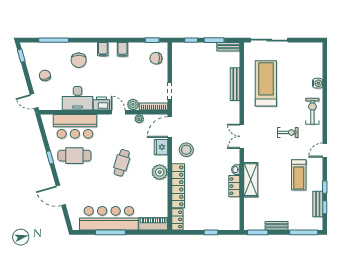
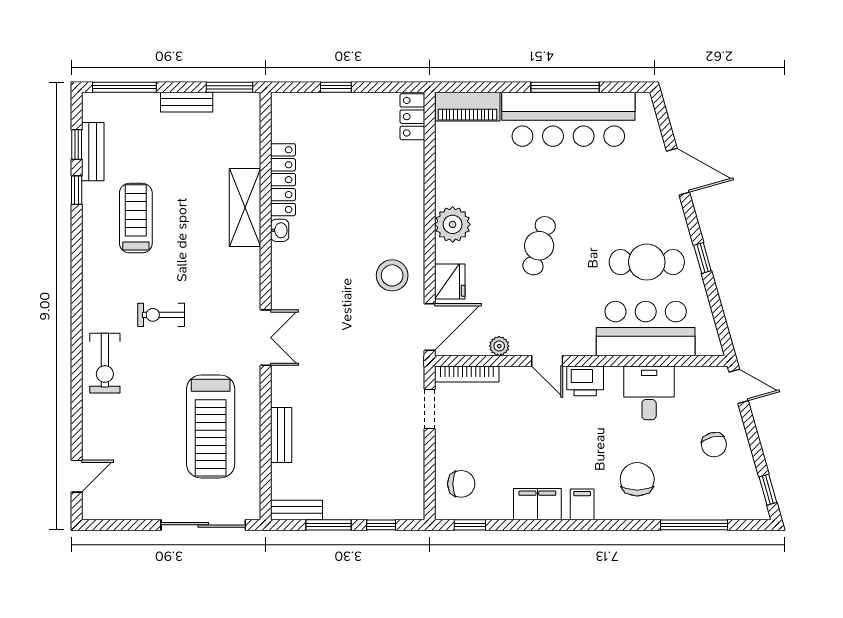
filing cabinet: (122, 49) -> (537, 504), width x2.00
water cooler: (318, 83) -> (93, 427), removed
bench: (235, 84) -> (281, 435), width x0.73
desk: (78, 98) -> (649, 393), width x0.73
plant: (133, 104) -> (514, 379), removed
double door: (242, 136) -> (266, 338), moved
door: (325, 150) -> (77, 476), moved
locker: (178, 186) -> (411, 193), removed
locker: (234, 186) -> (283, 180), width x1.53

